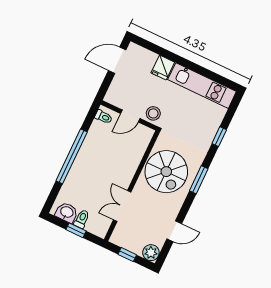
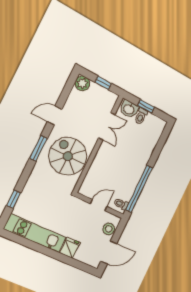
stool: (153, 113) -> (109, 229), moved
window: (219, 137) -> (14, 199), moved
window: (72, 156) -> (139, 189), moved
washbasin: (67, 212) -> (129, 109), moved
door: (174, 231) -> (55, 115), moved

